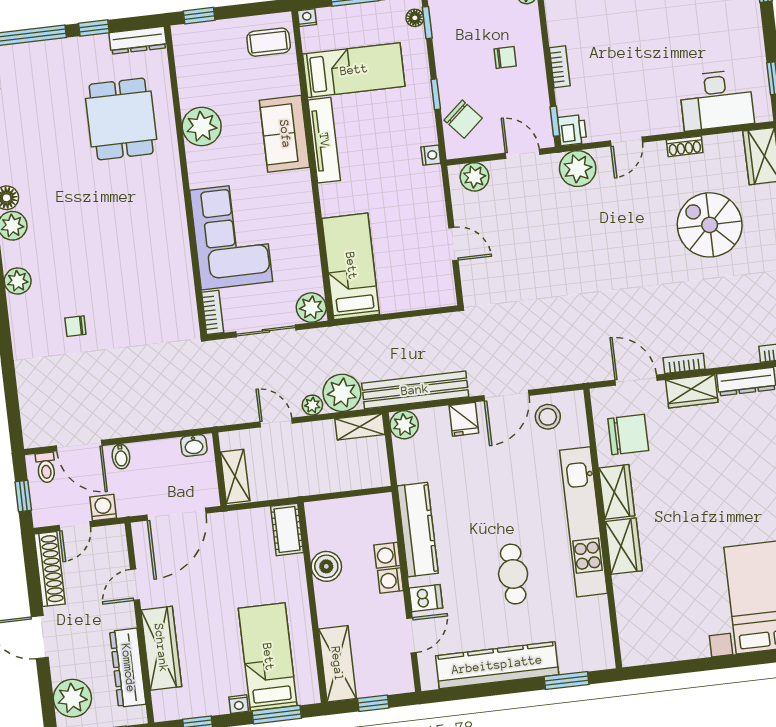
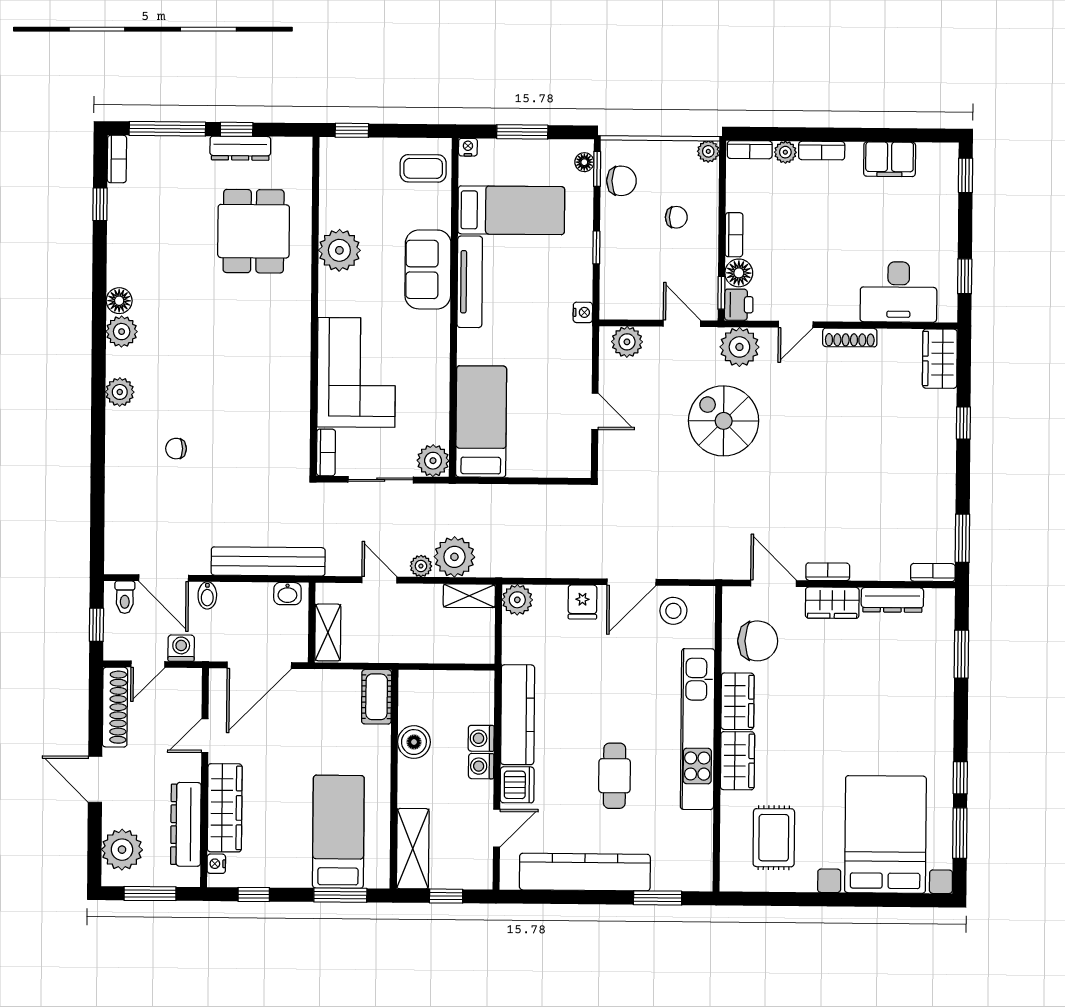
dresser: (138, 40) -> (240, 148), moved
floor lamp: (569, 101) -> (739, 273), added
chair: (463, 119) -> (621, 181), moved, turned -49
shoe rack: (685, 146) -> (850, 338), width x1.43
spiral stairs: (710, 225) -> (724, 421), moved
bench: (415, 390) -> (268, 561), moved
dishwasher: (426, 598) -> (517, 785), width x1.38
rug: (666, 612) -> (774, 838), added
nightstand: (239, 704) -> (216, 864), moved, turned 90

